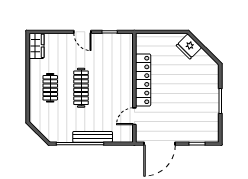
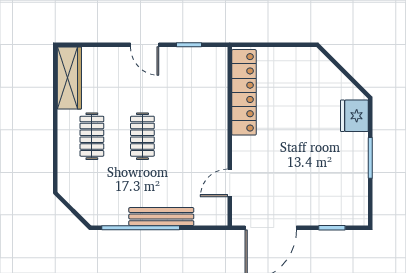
wardrobe: (36, 46) -> (69, 78), width x1.50
fridge: (189, 47) -> (354, 116), moved, turned 45
locker: (143, 80) -> (244, 92), moved
clothes rail: (81, 88) -> (142, 136), width x0.73

